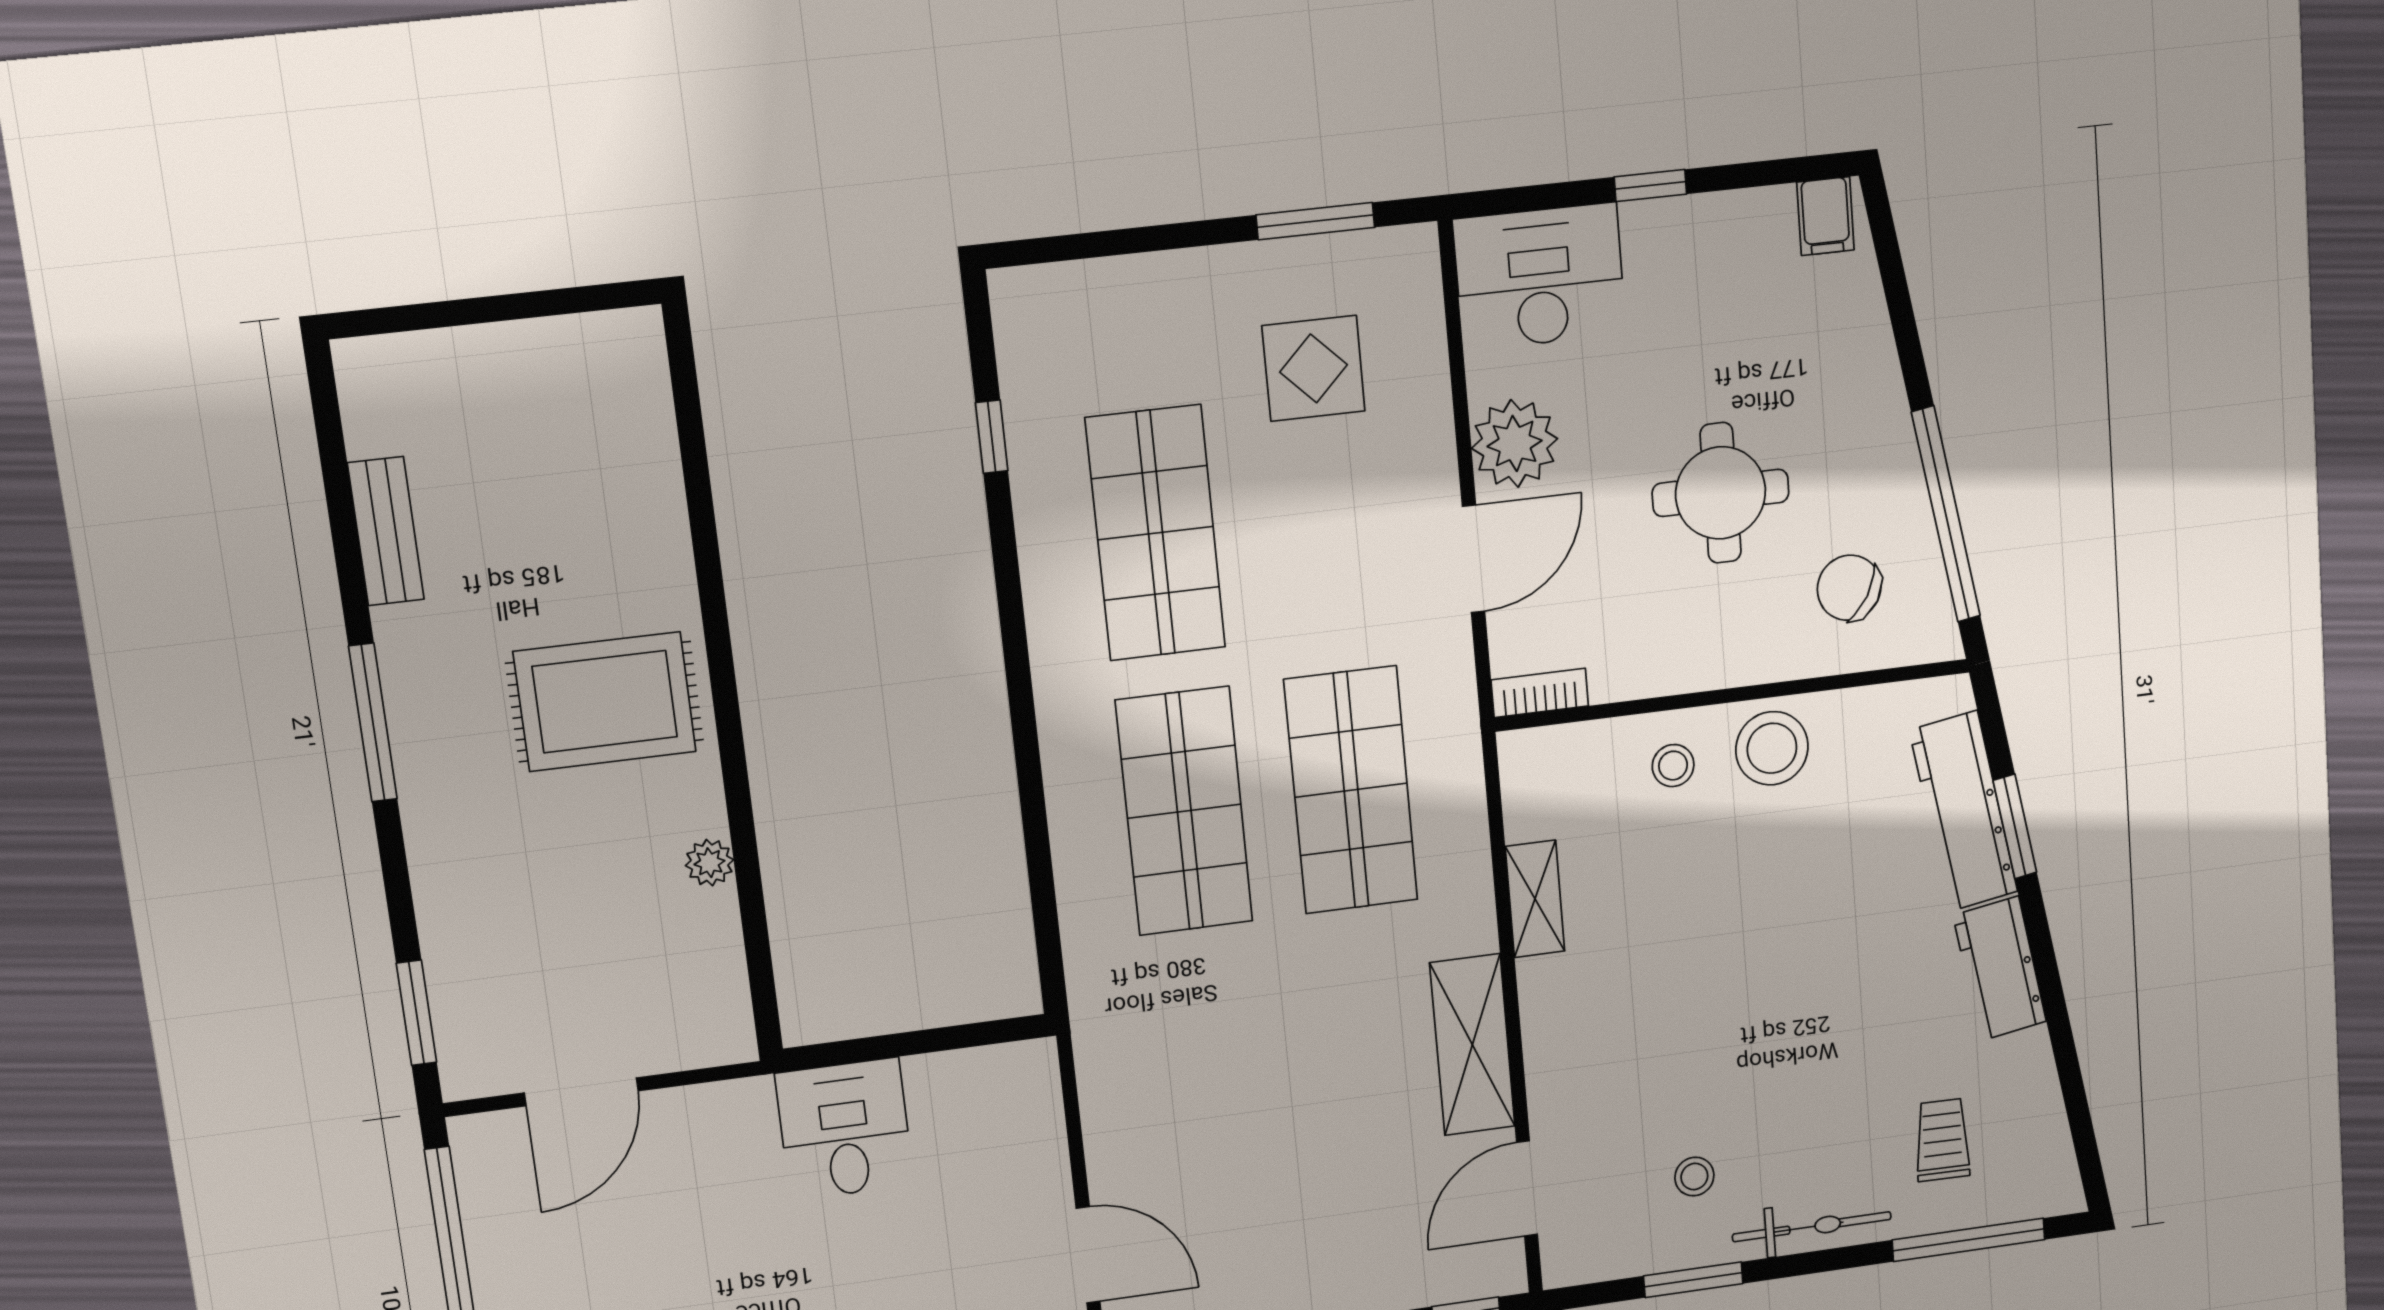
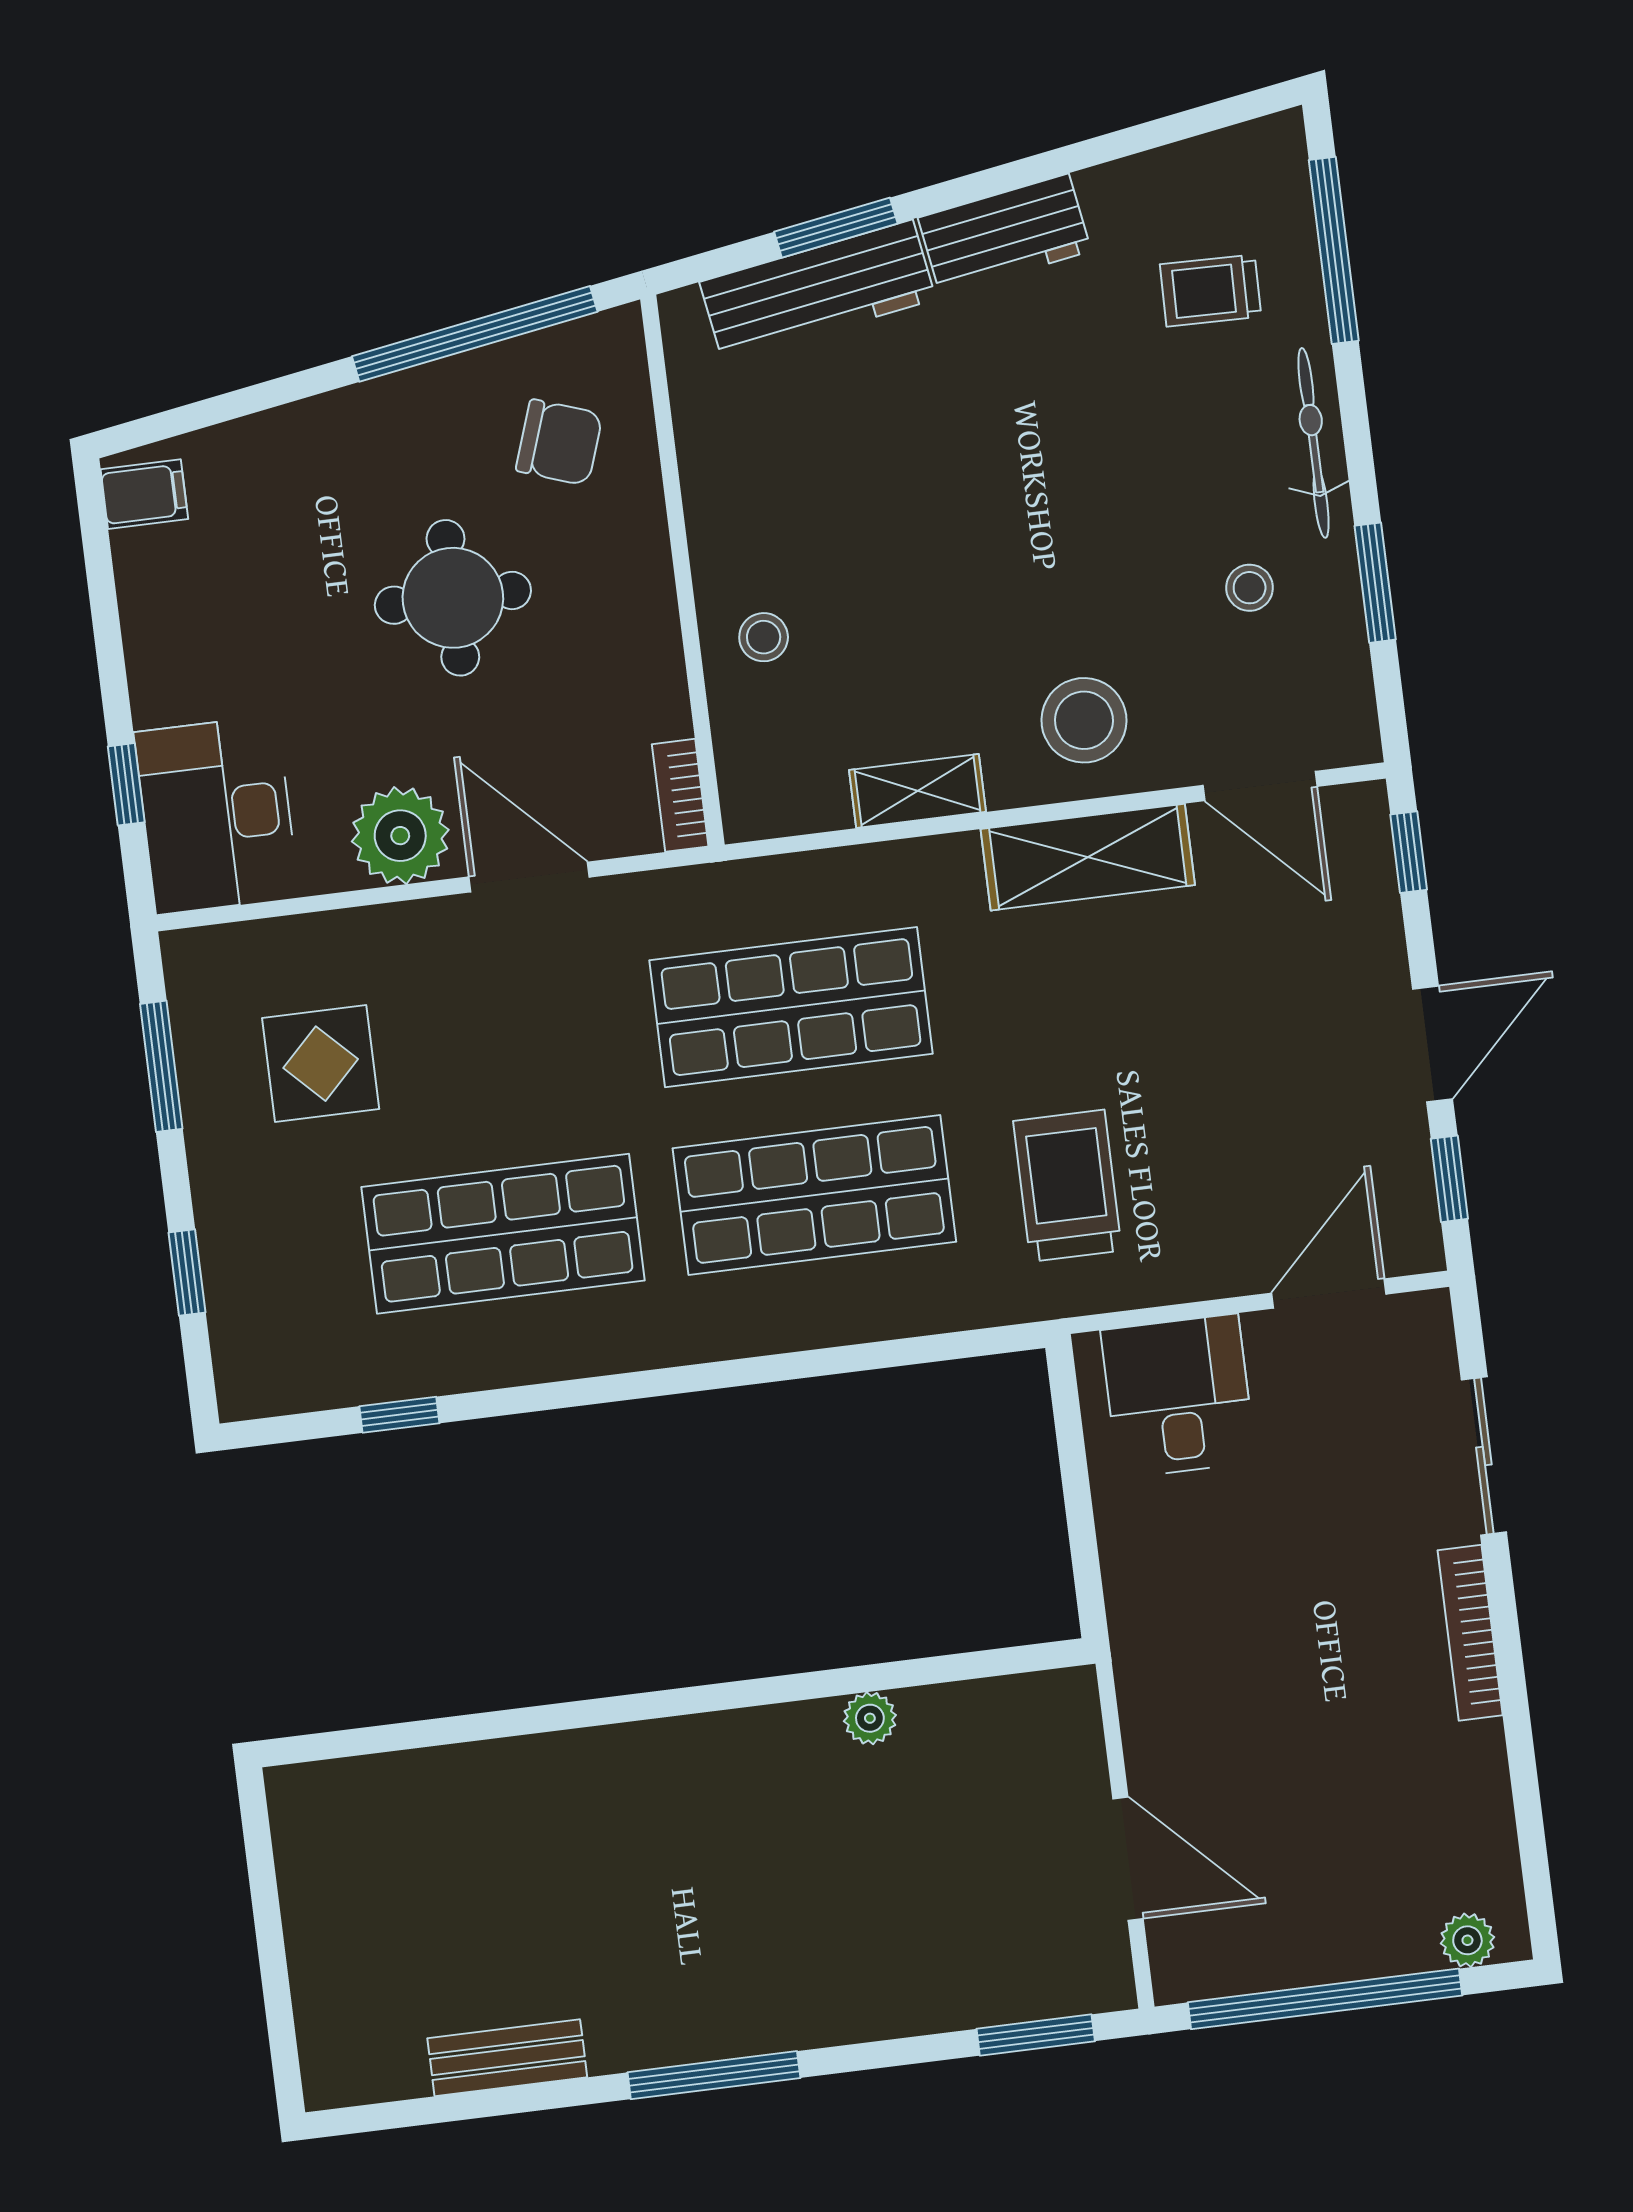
window: (1650, 185) -> (126, 784), moved
window: (1126, 241) -> (187, 1272), added
chair: (1849, 588) -> (559, 442), turned -101
rug: (605, 702) -> (691, 1830), removed
stool: (1772, 748) -> (1084, 720), moved
trolley: (1187, 1031) -> (1068, 1186), added
desk: (845, 1129) -> (1178, 1396), moved, turned 90

